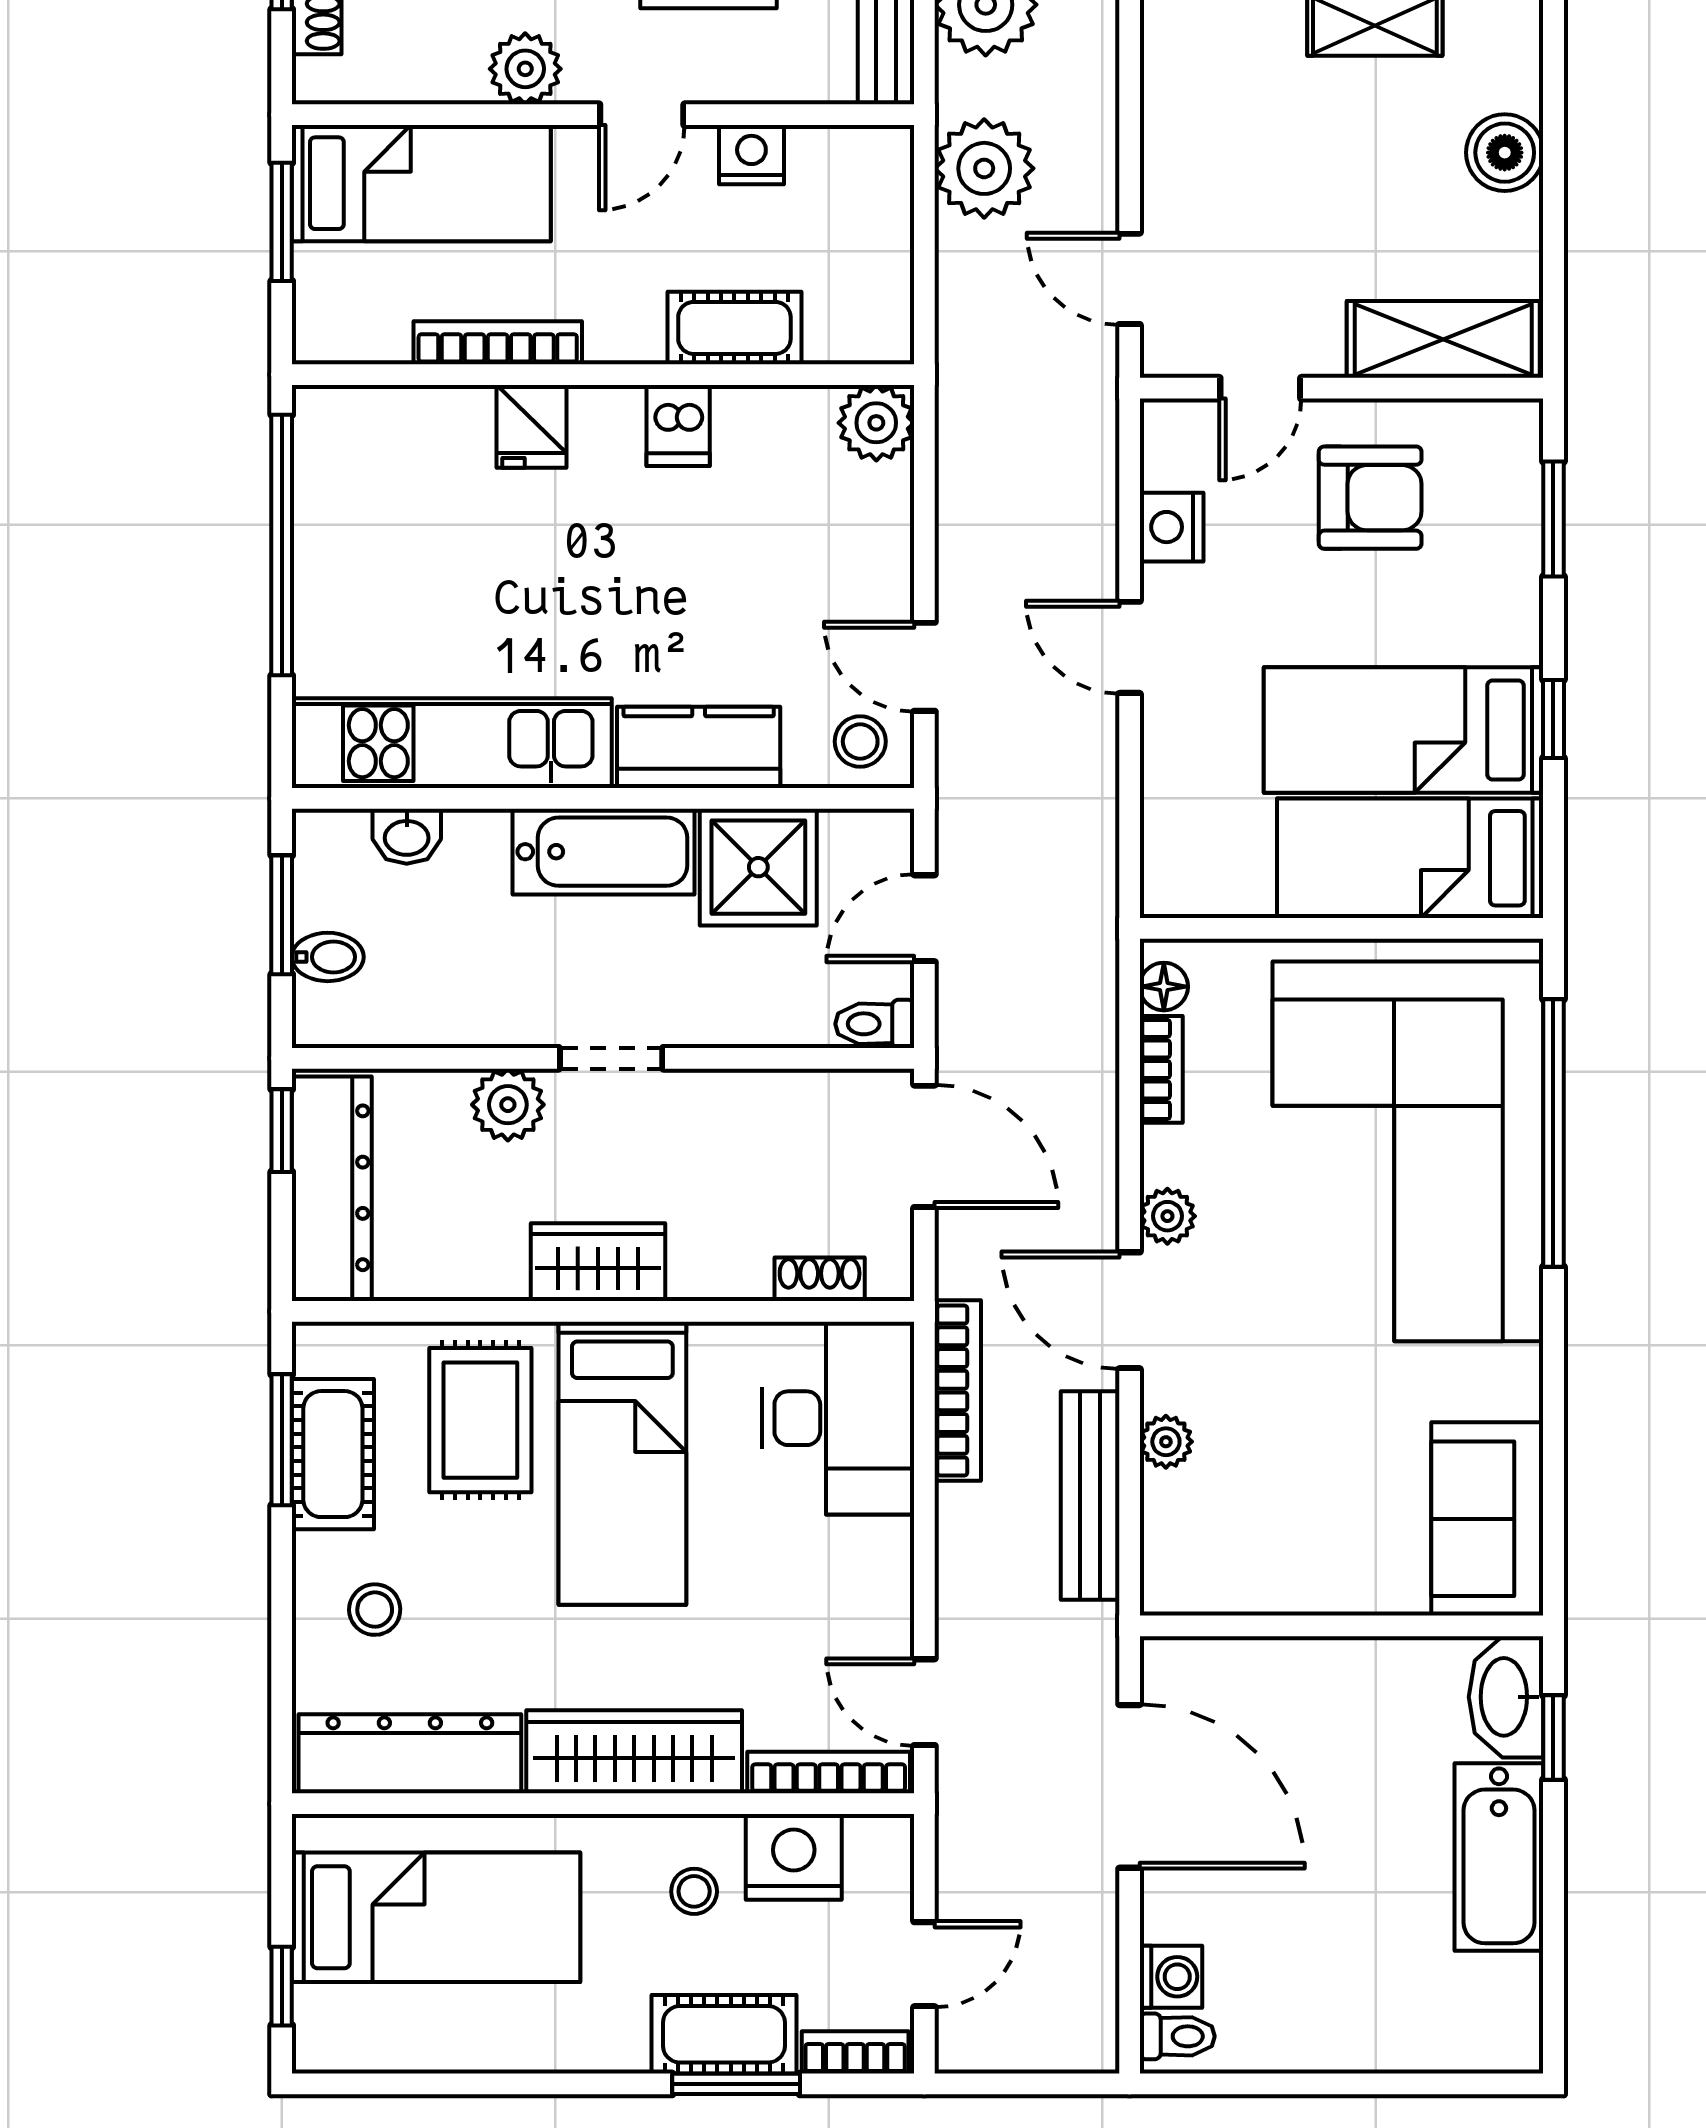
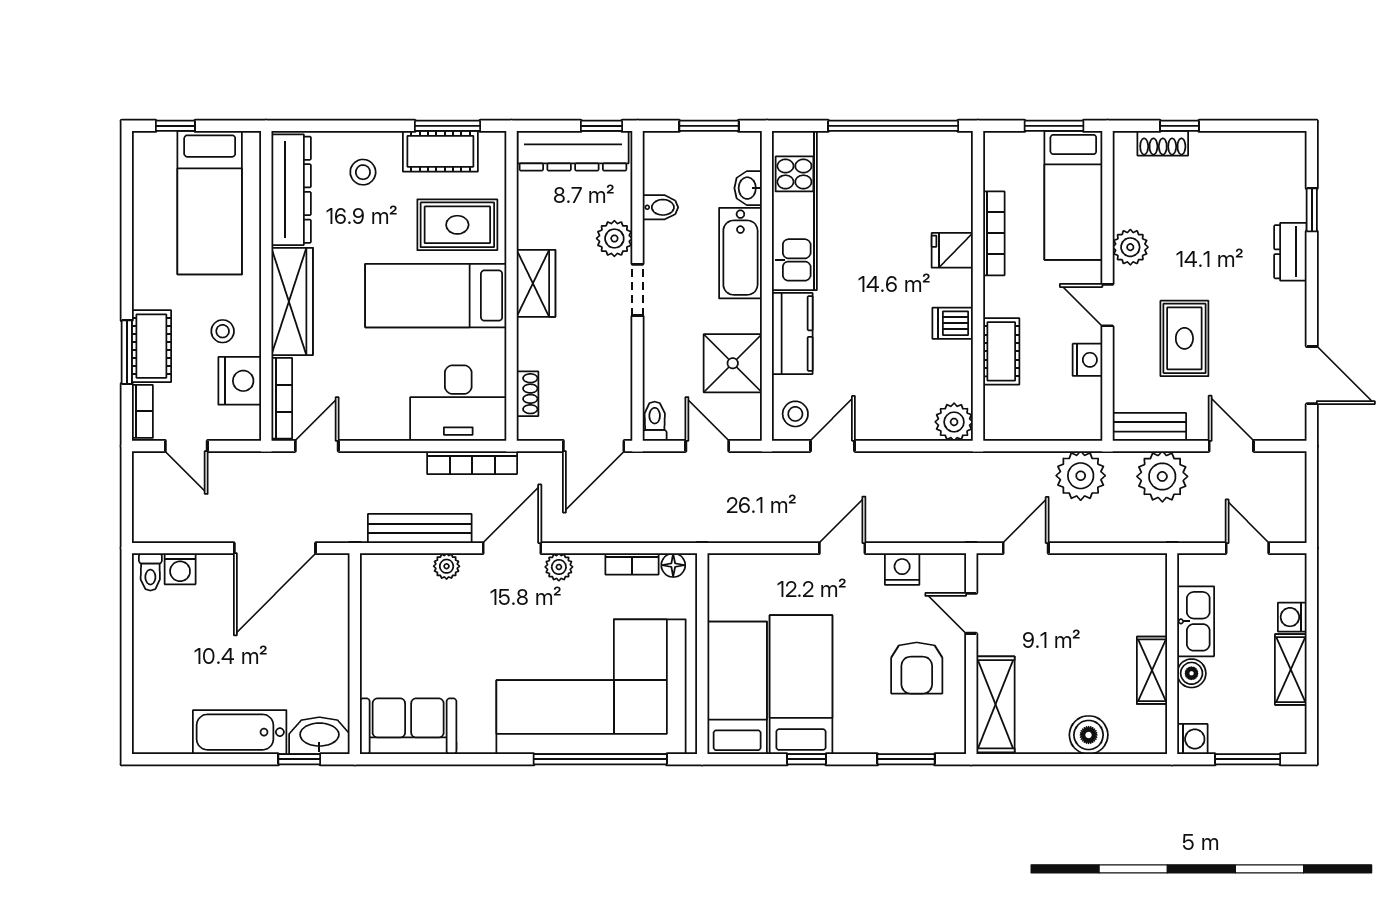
bathtub: (603, 852) -> (740, 253), moved
bidet: (328, 957) -> (660, 207), moved, turned -90

